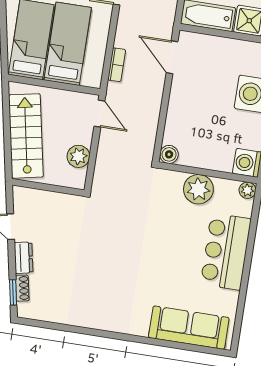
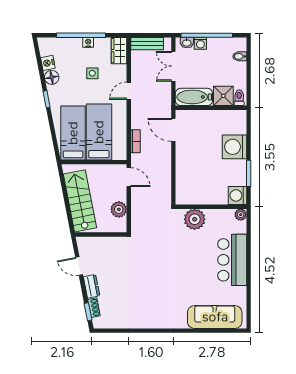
boiler: (169, 154) -> (182, 198), removed
plant: (198, 189) -> (195, 219), moved

